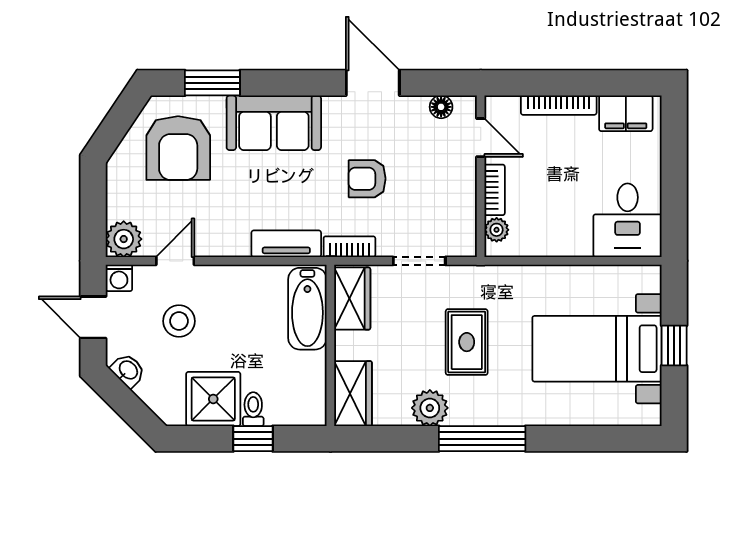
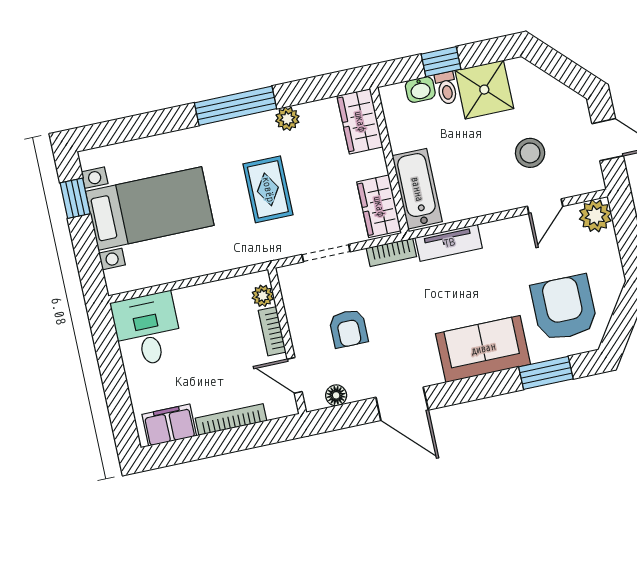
armchair: (367, 179) -> (348, 329), moved, turned 90
washing machine: (119, 278) -> (592, 180), removed
window: (674, 346) -> (75, 198), moved
washbasin: (128, 370) -> (420, 89), moved, turned -45
plant: (430, 408) -> (287, 119), width x0.73, depth x0.73

